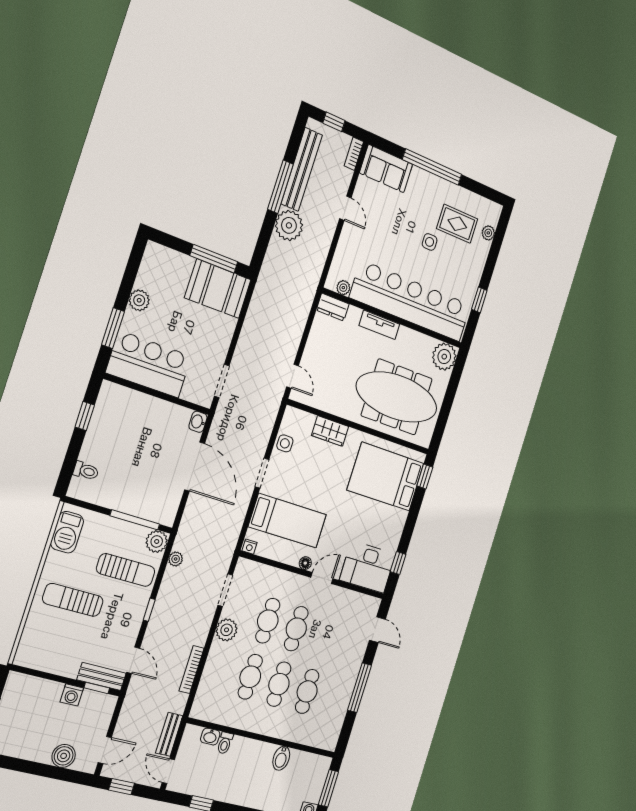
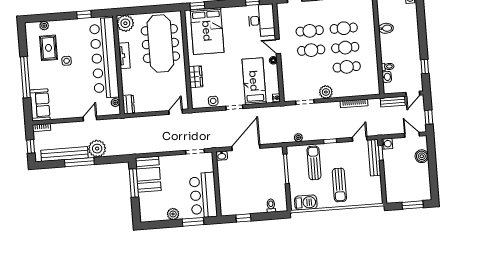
door: (345, 208) -> (90, 119), moved
tv unit: (379, 325) -> (124, 56), moved
plant: (157, 541) -> (293, 152), removed
cafe table: (268, 621) -> (310, 31), moved
bench: (102, 676) -> (374, 158), width x1.36
washing machine: (72, 695) -> (387, 144), moved

